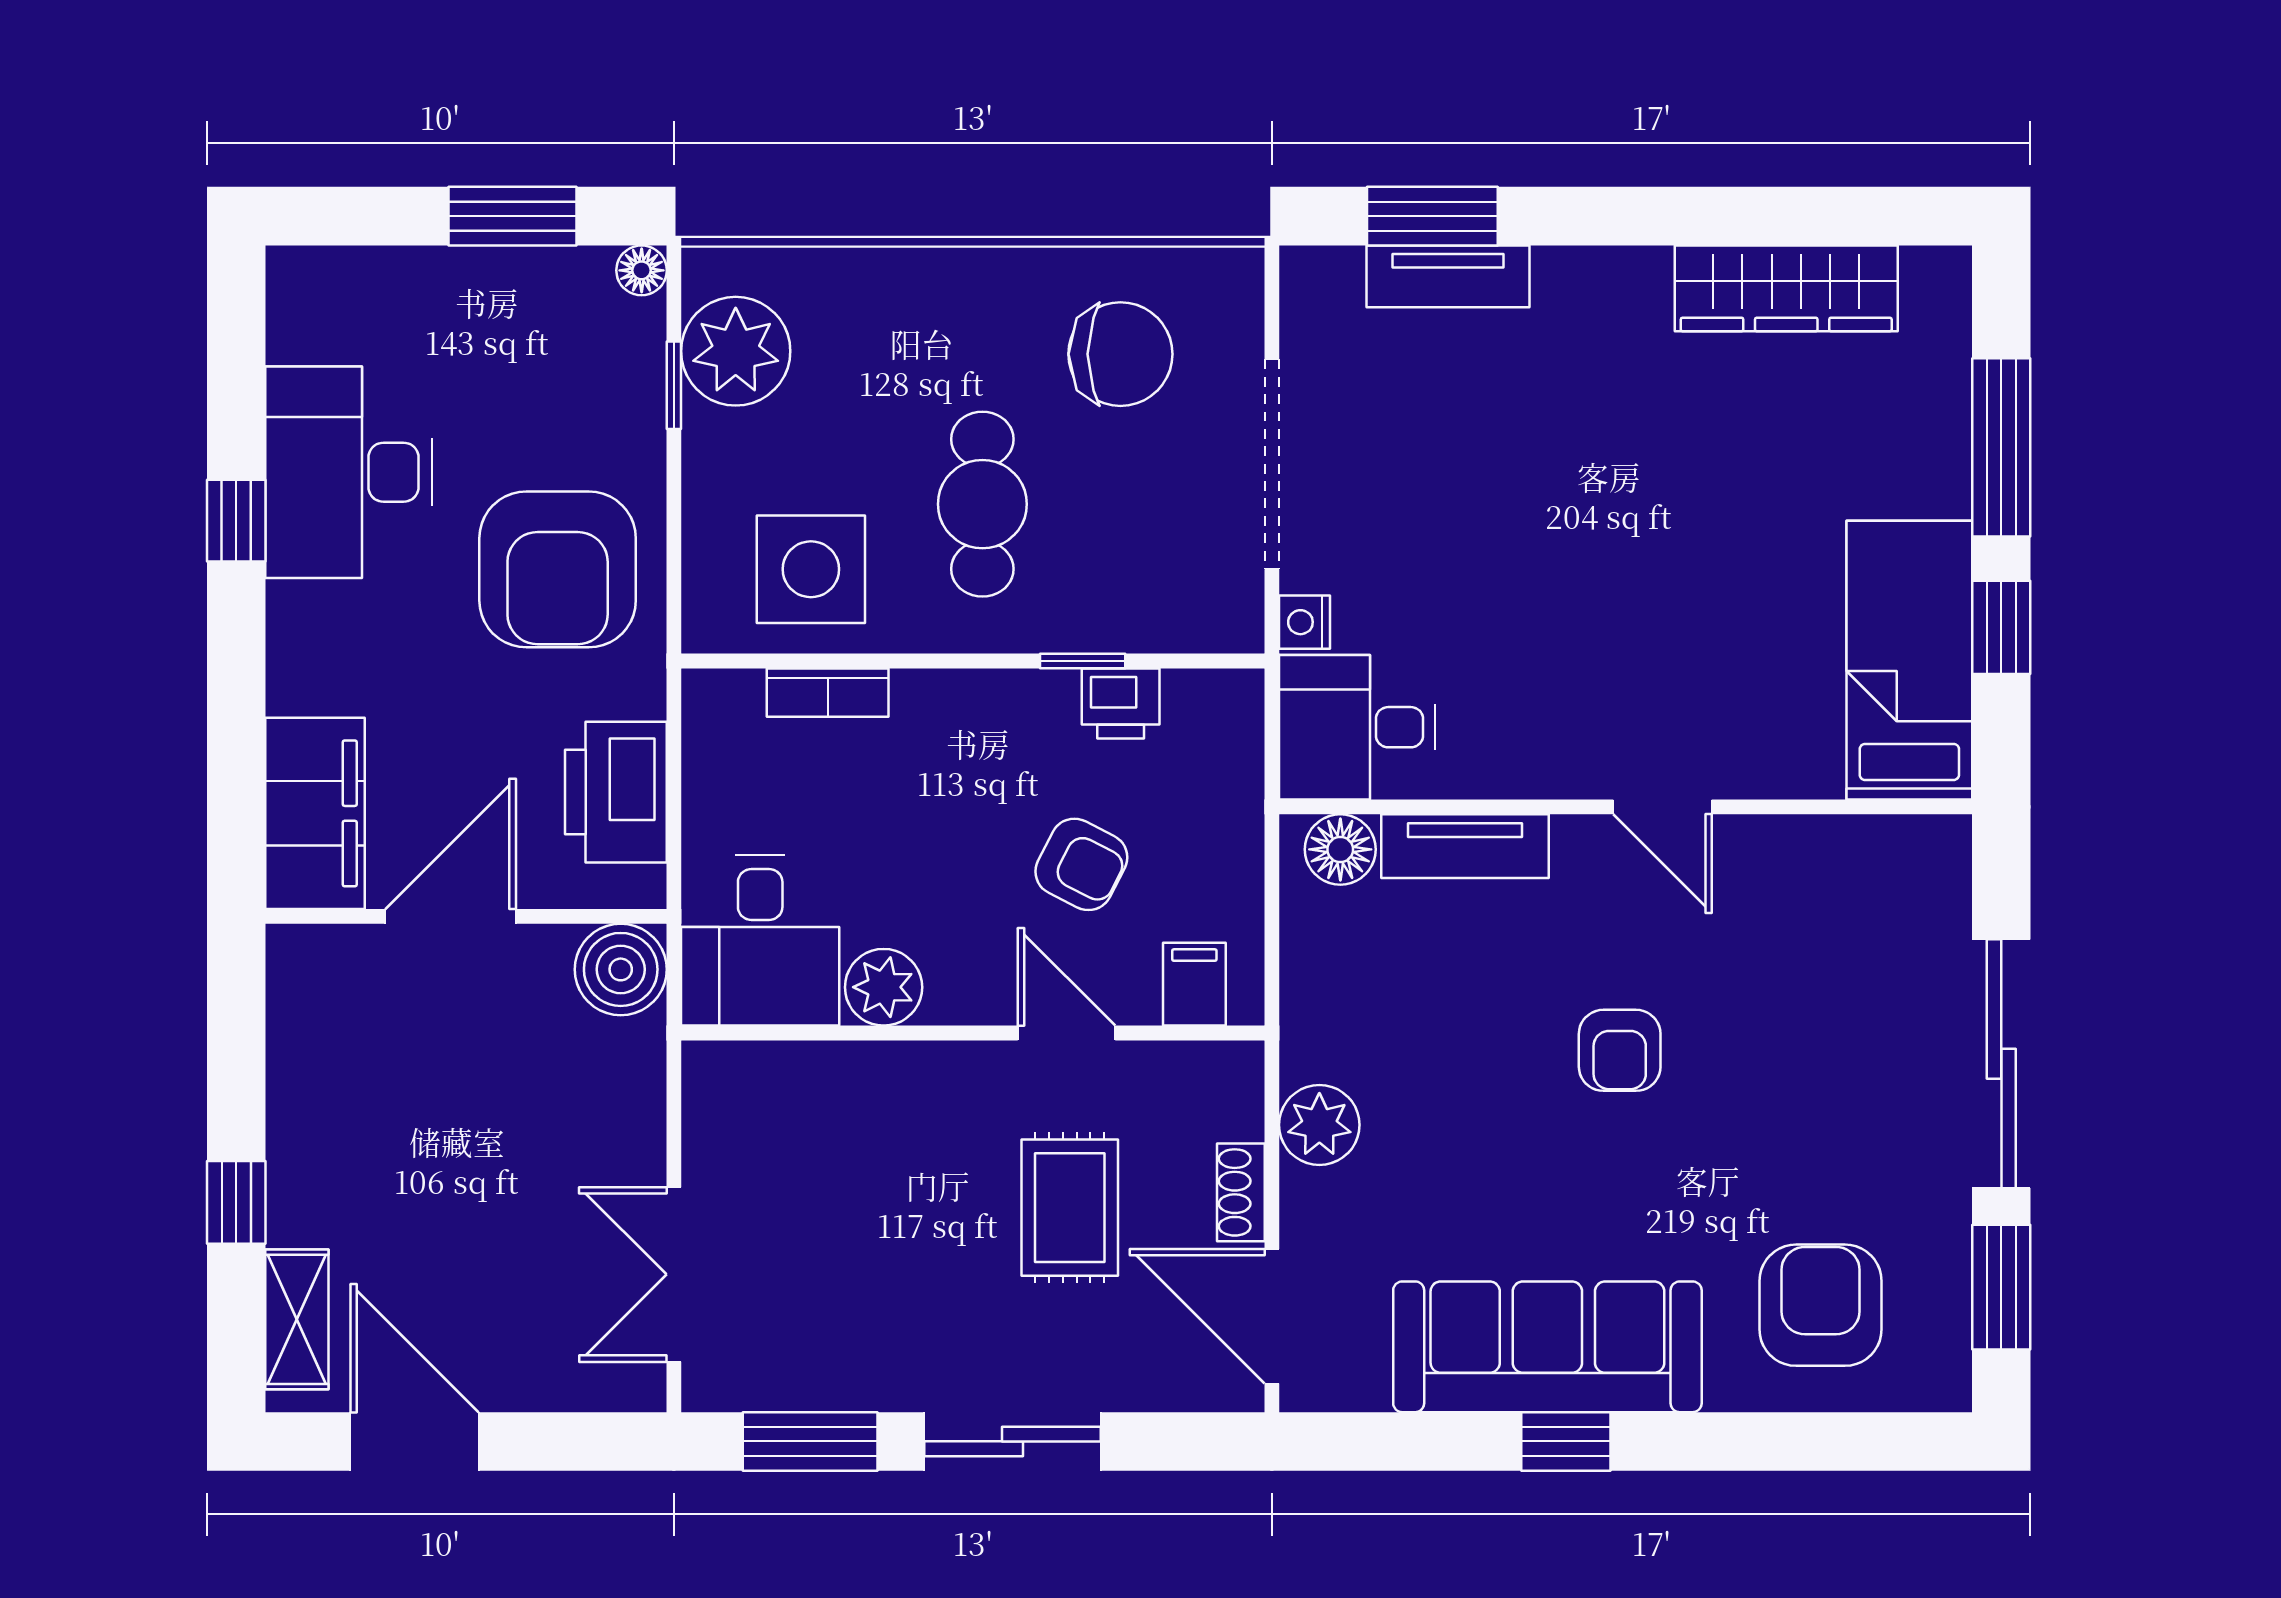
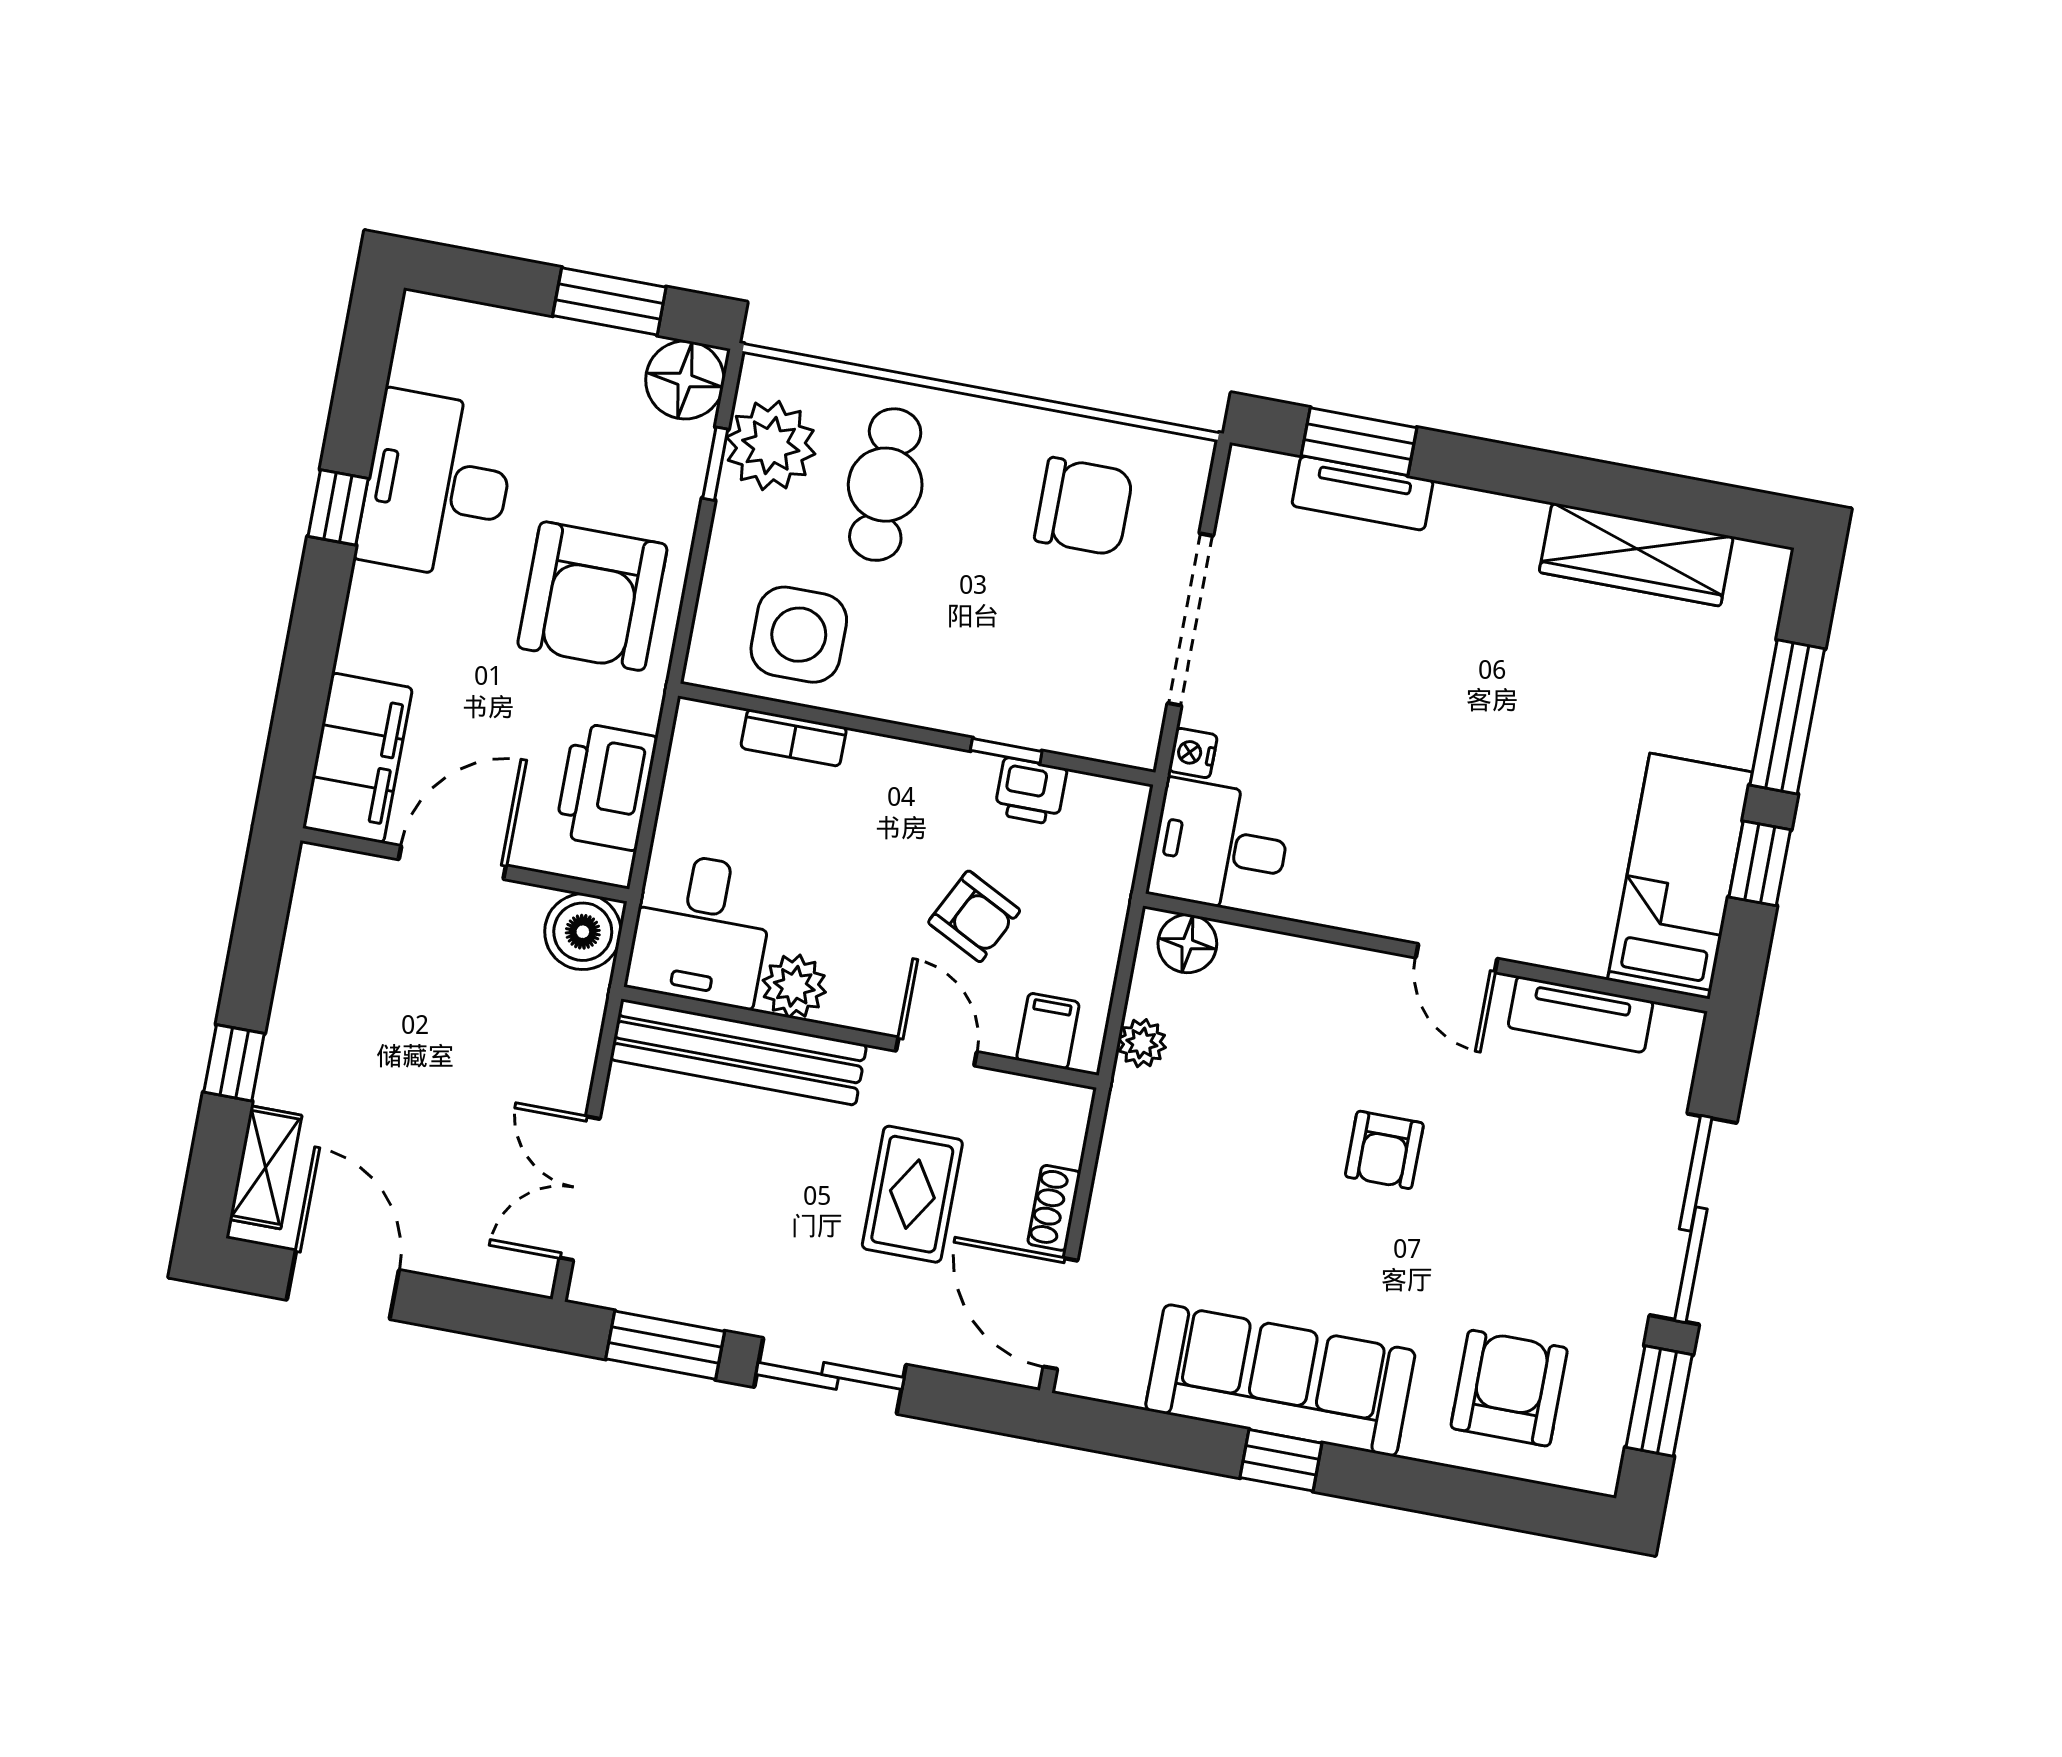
floor lamp: (642, 270) -> (685, 380), width x1.89, depth x1.89
cafe table: (982, 504) -> (885, 485), moved
tv unit: (1465, 846) -> (1581, 1014), moved
bench: (832, 1078) -> (738, 1052), added
plant: (1319, 1125) -> (1142, 1043), moved, width x0.73, depth x0.73

